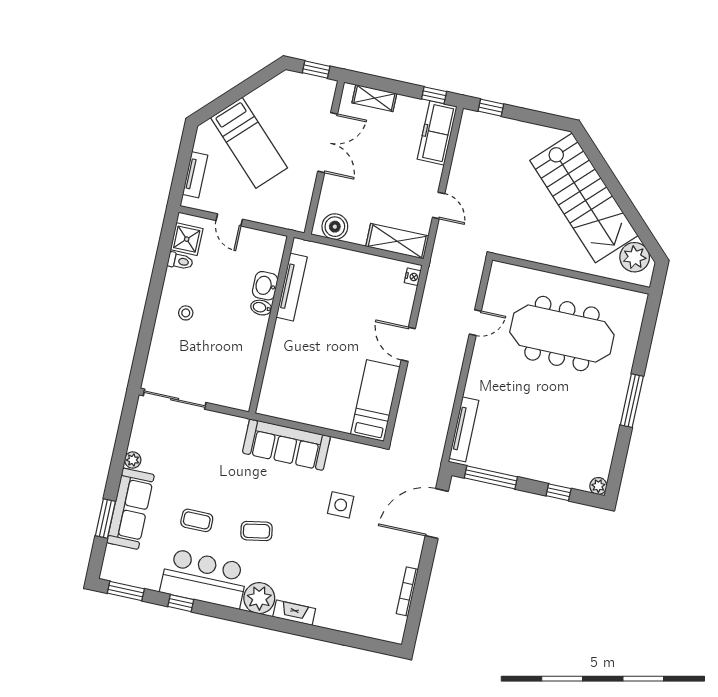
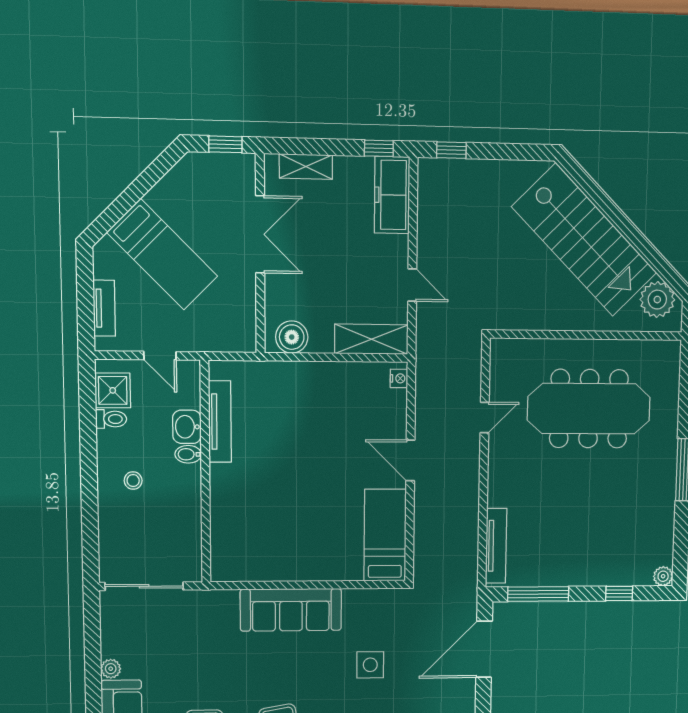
washbasin: (265, 286) -> (187, 427), moved
tv unit: (292, 287) -> (220, 422), moved
bidet: (261, 308) -> (188, 454), moved
wall: (271, 325) -> (205, 472), moved

